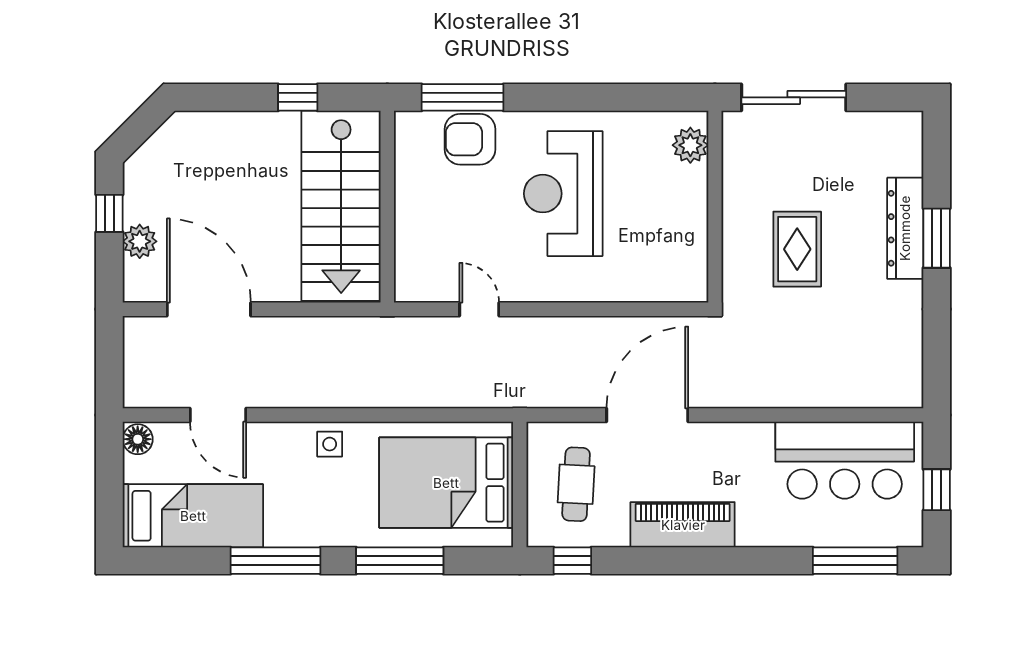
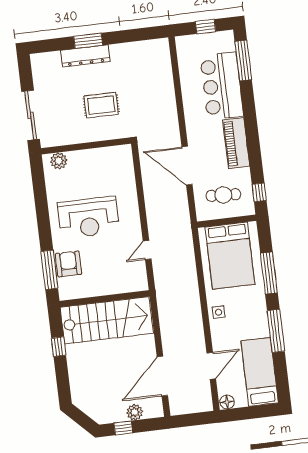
armchair: (470, 139) -> (68, 264), turned 180
bar counter: (845, 460) -> (222, 86), moved, turned 180

